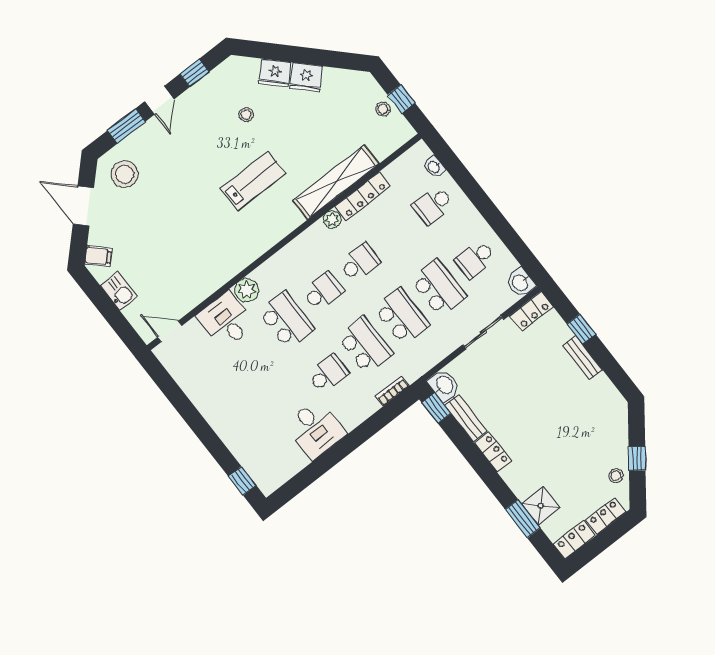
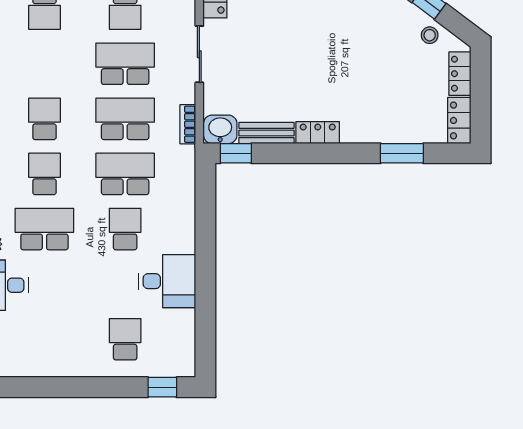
bookcase: (392, 391) -> (188, 124), moved
school desk: (255, 431) -> (125, 339), added
shower: (541, 506) -> (403, 127), removed

